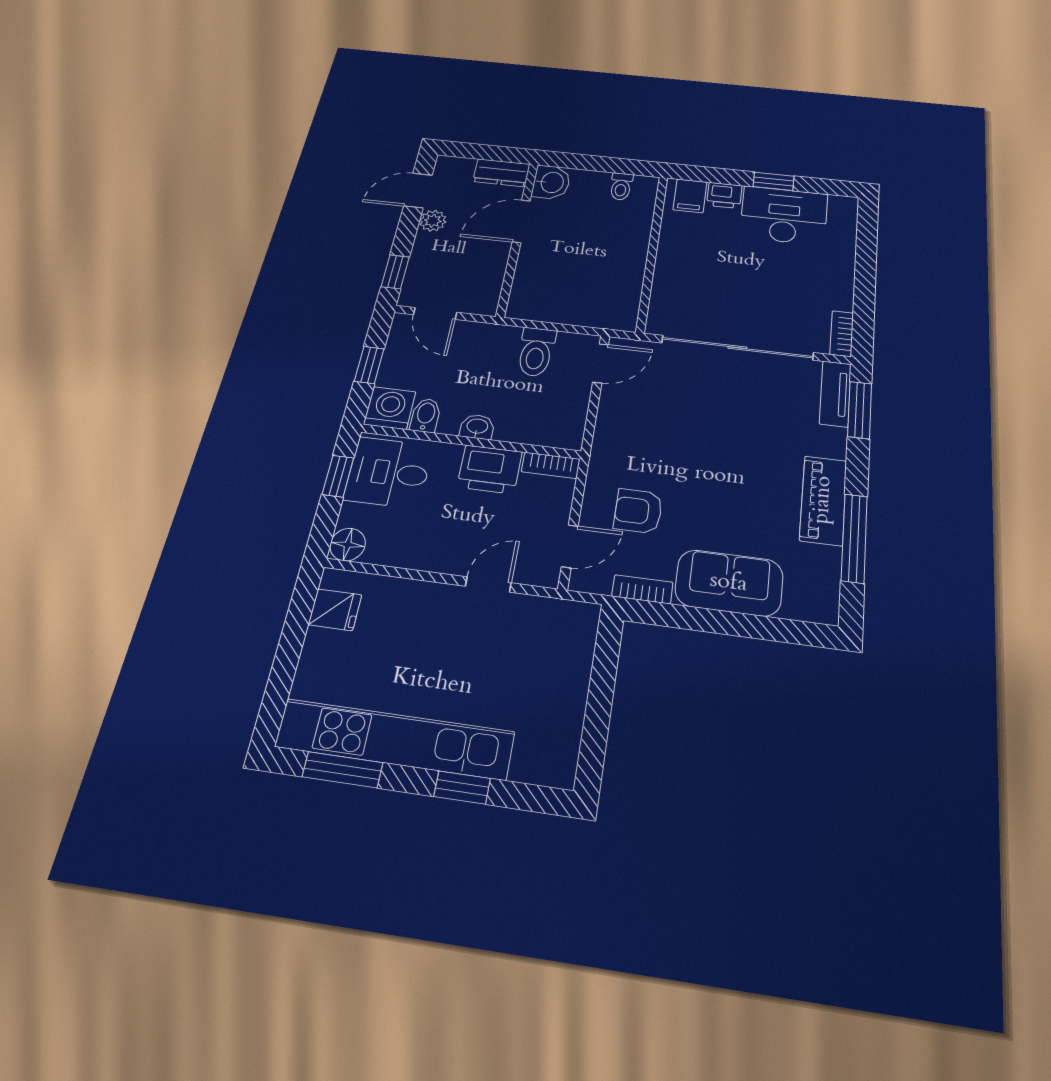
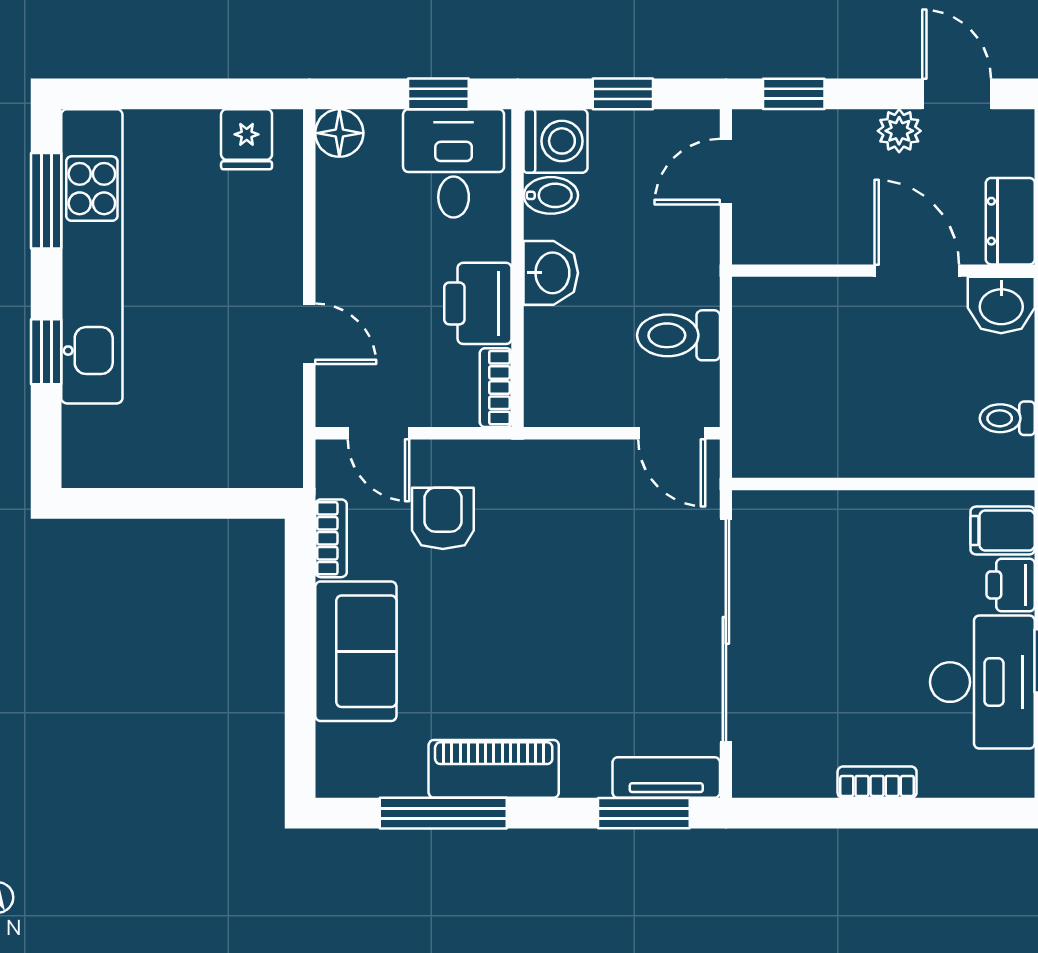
bookcase: (842, 334) -> (877, 782), moved
washbasin: (477, 427) -> (551, 273), width x1.38, depth x1.45

